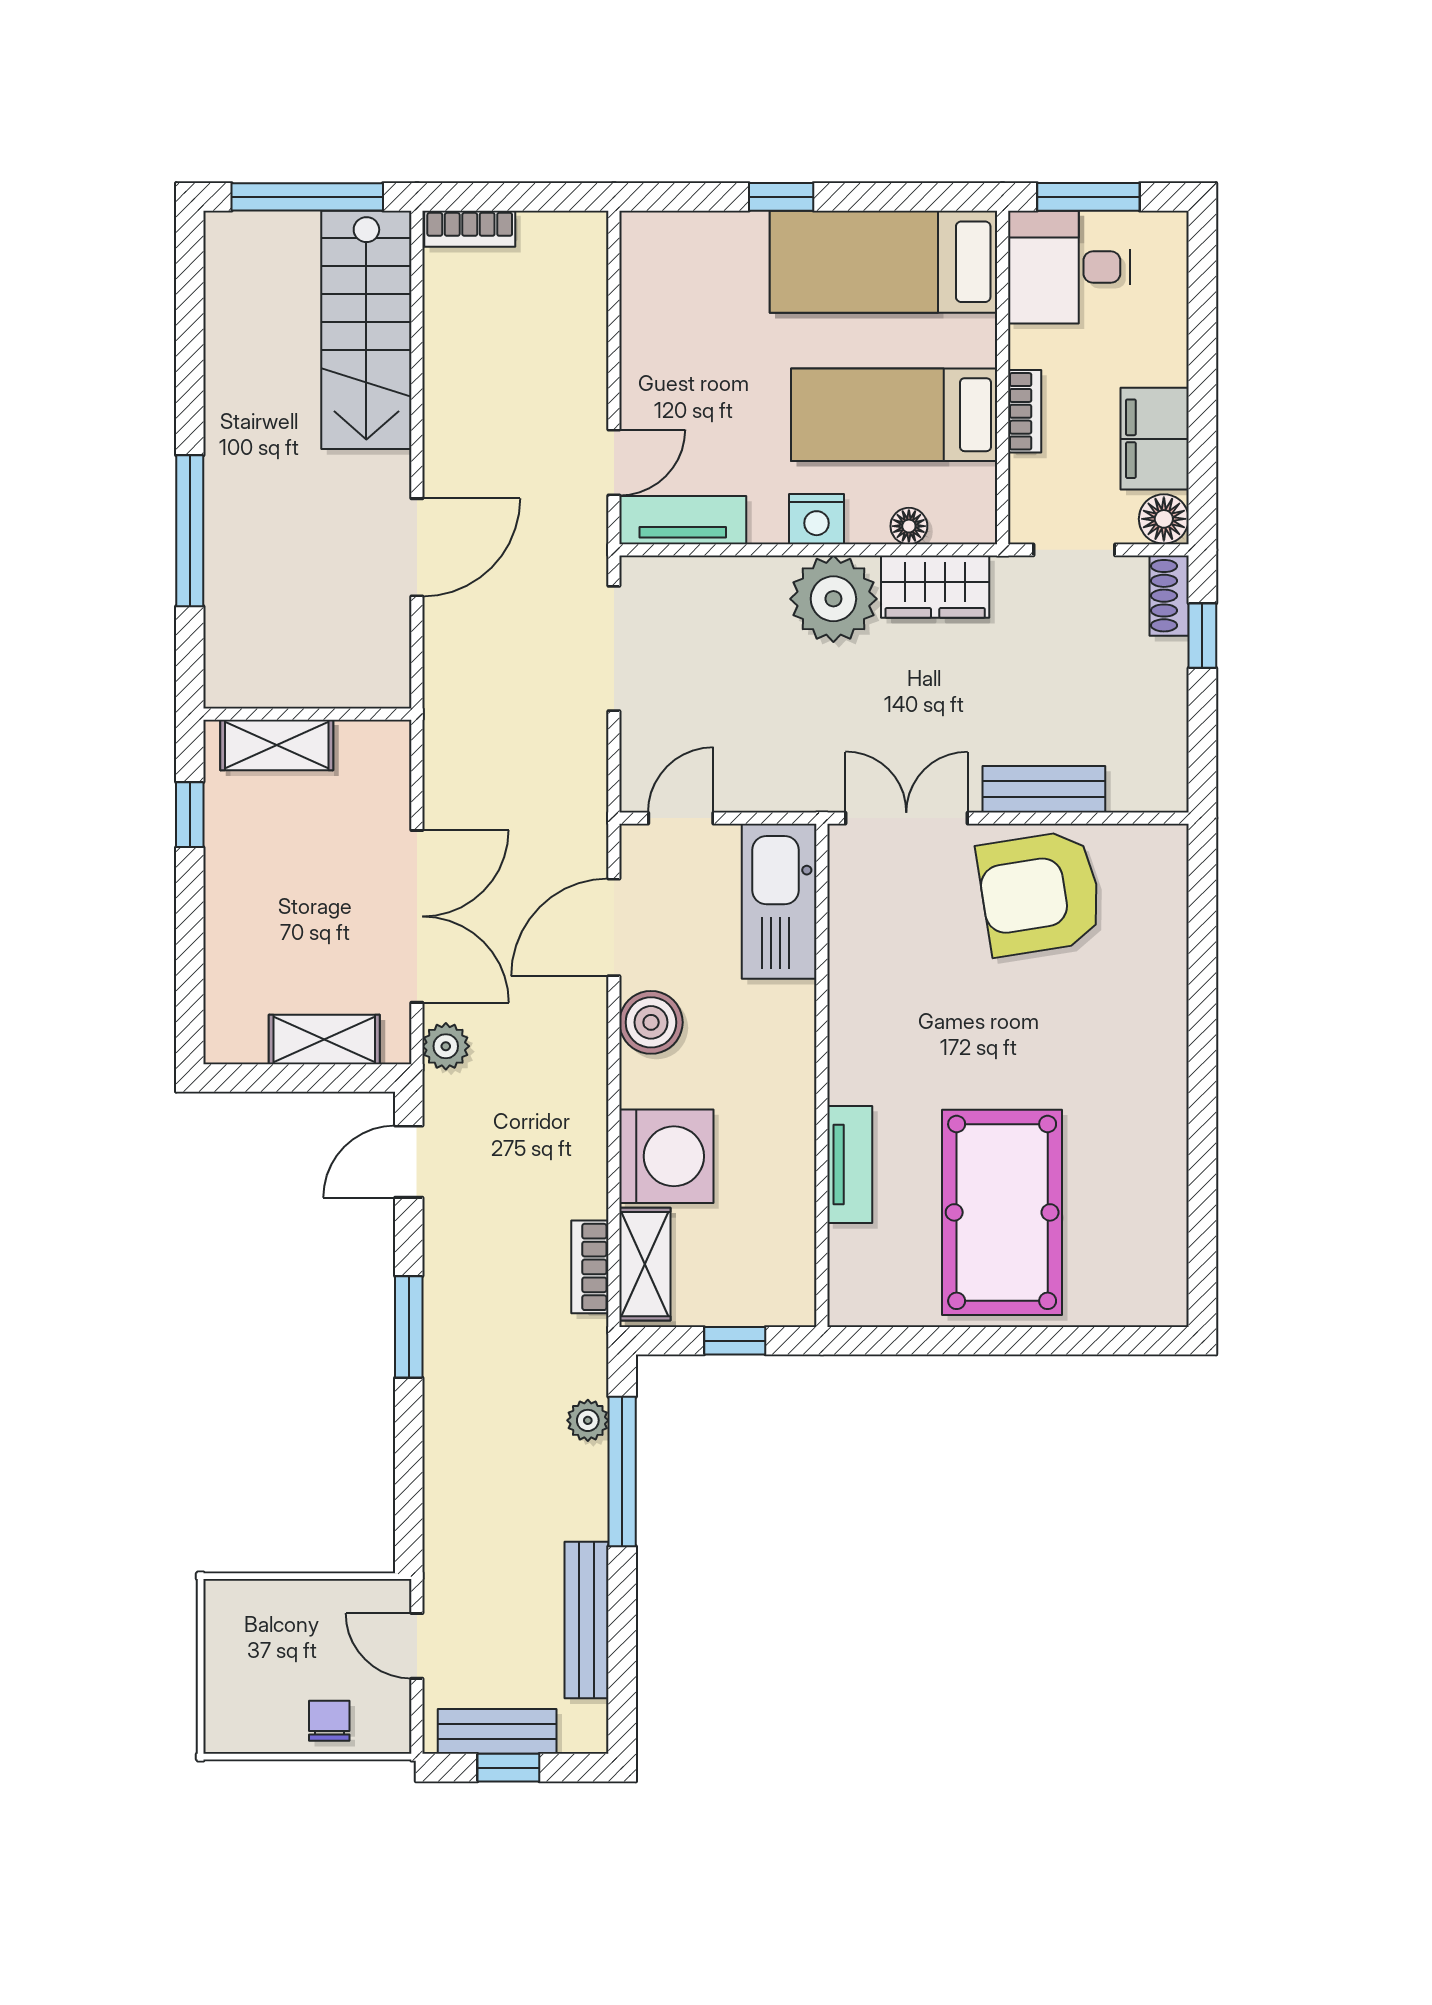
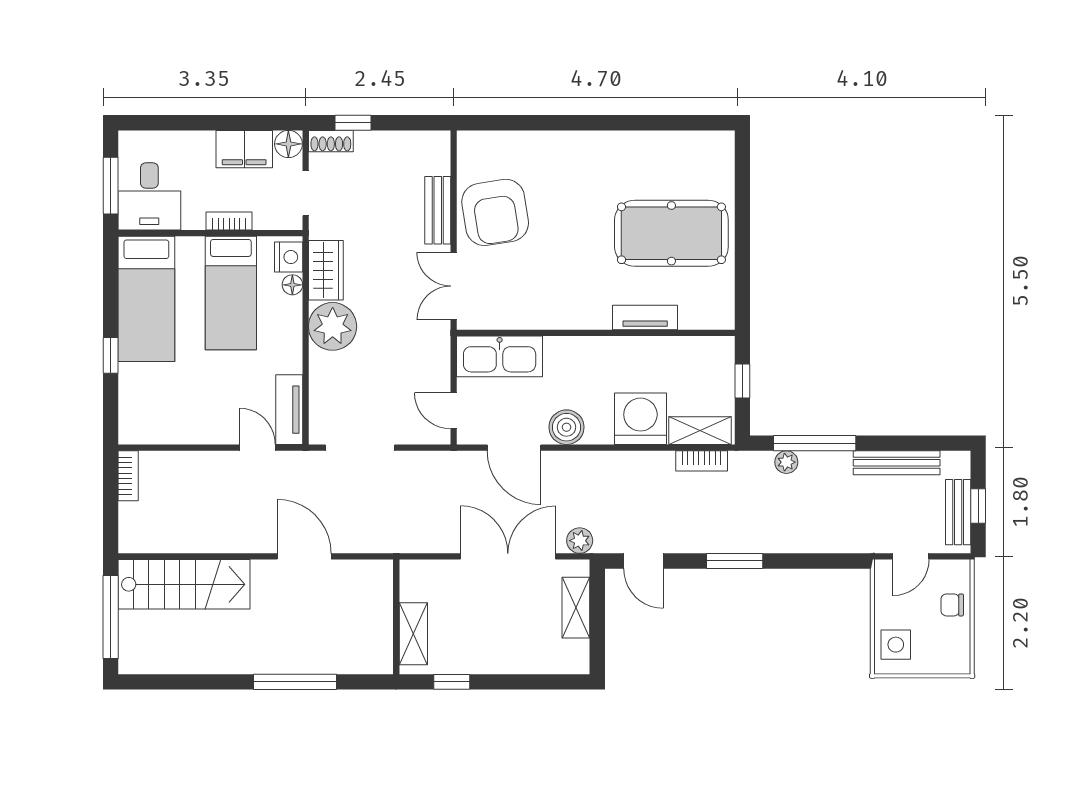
bookcase: (470, 229) -> (128, 476), moved
nightstand: (817, 519) -> (289, 257), moved
side table: (257, 1619) -> (896, 645), added

